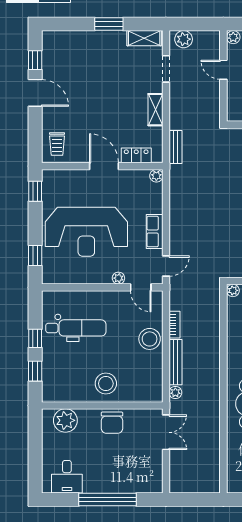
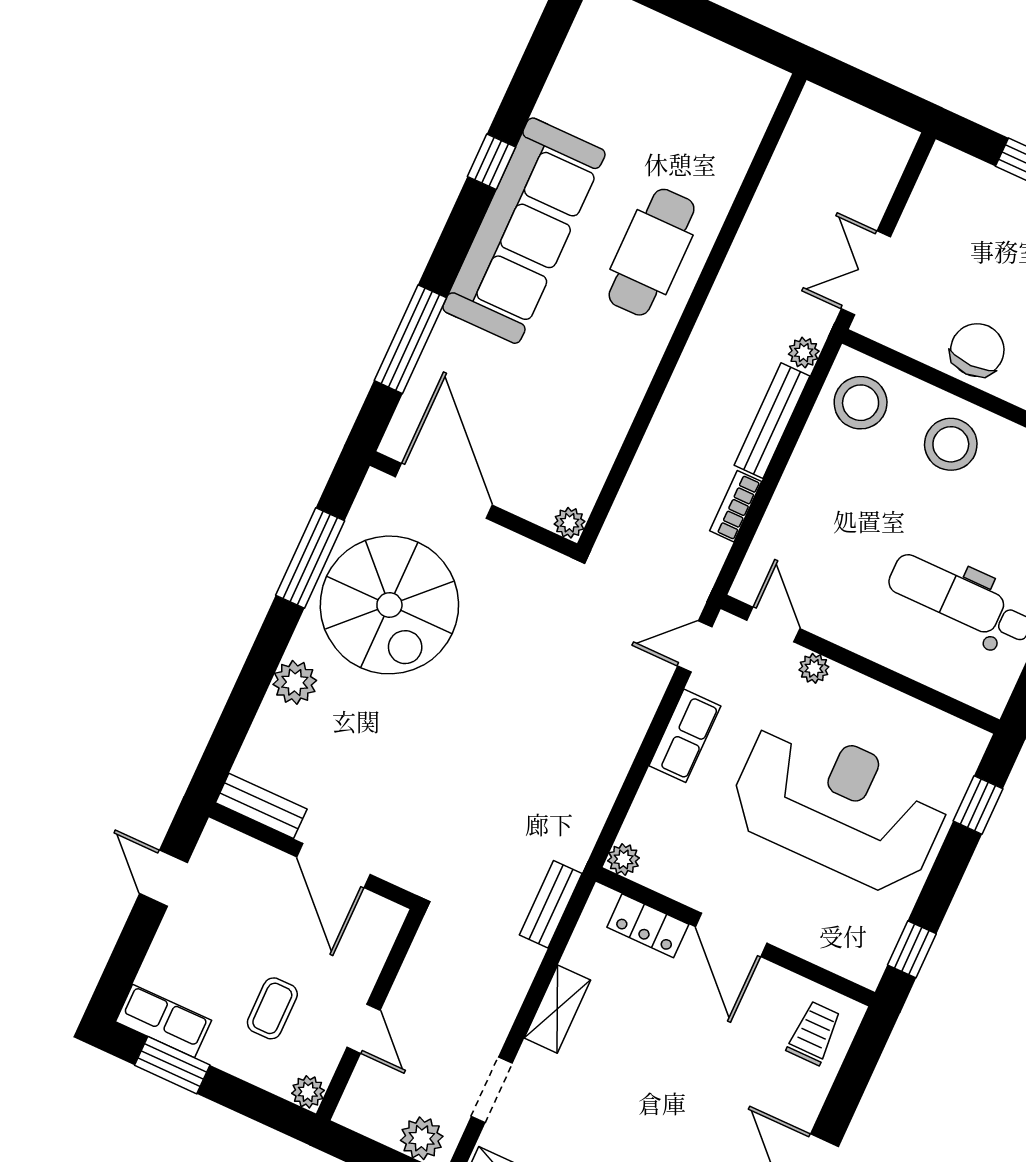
stool: (150, 339) -> (861, 403), moved

